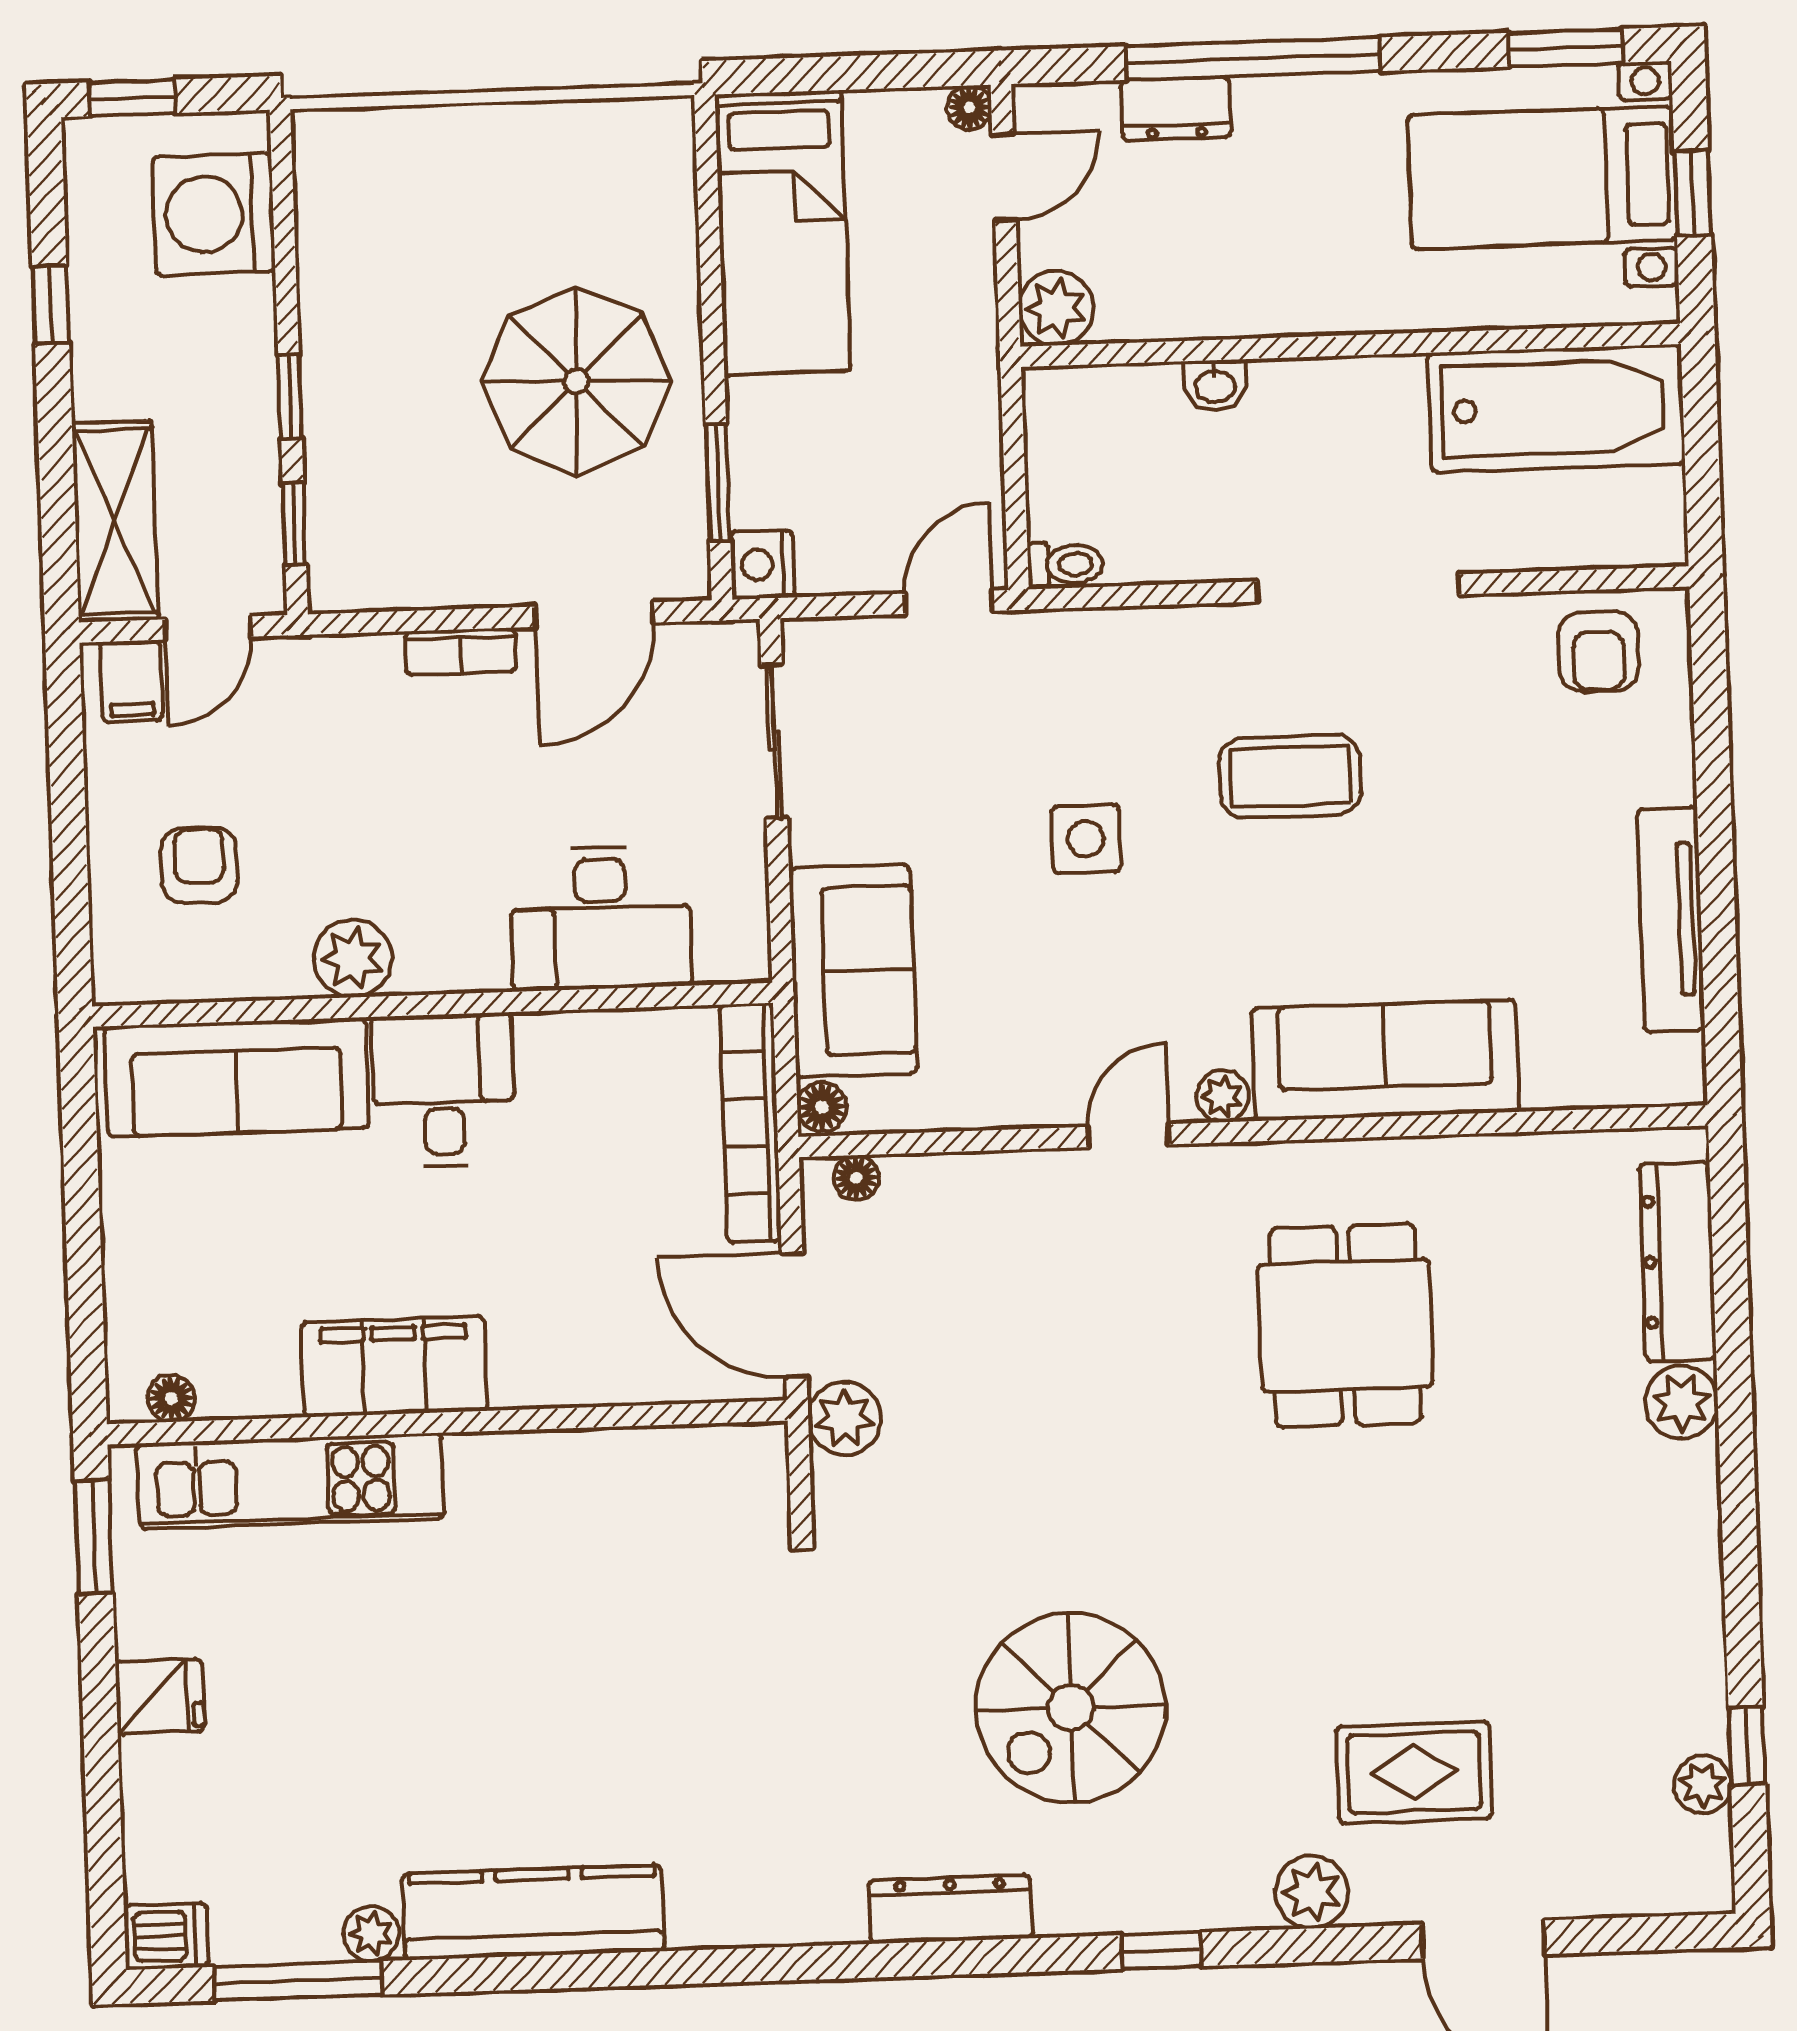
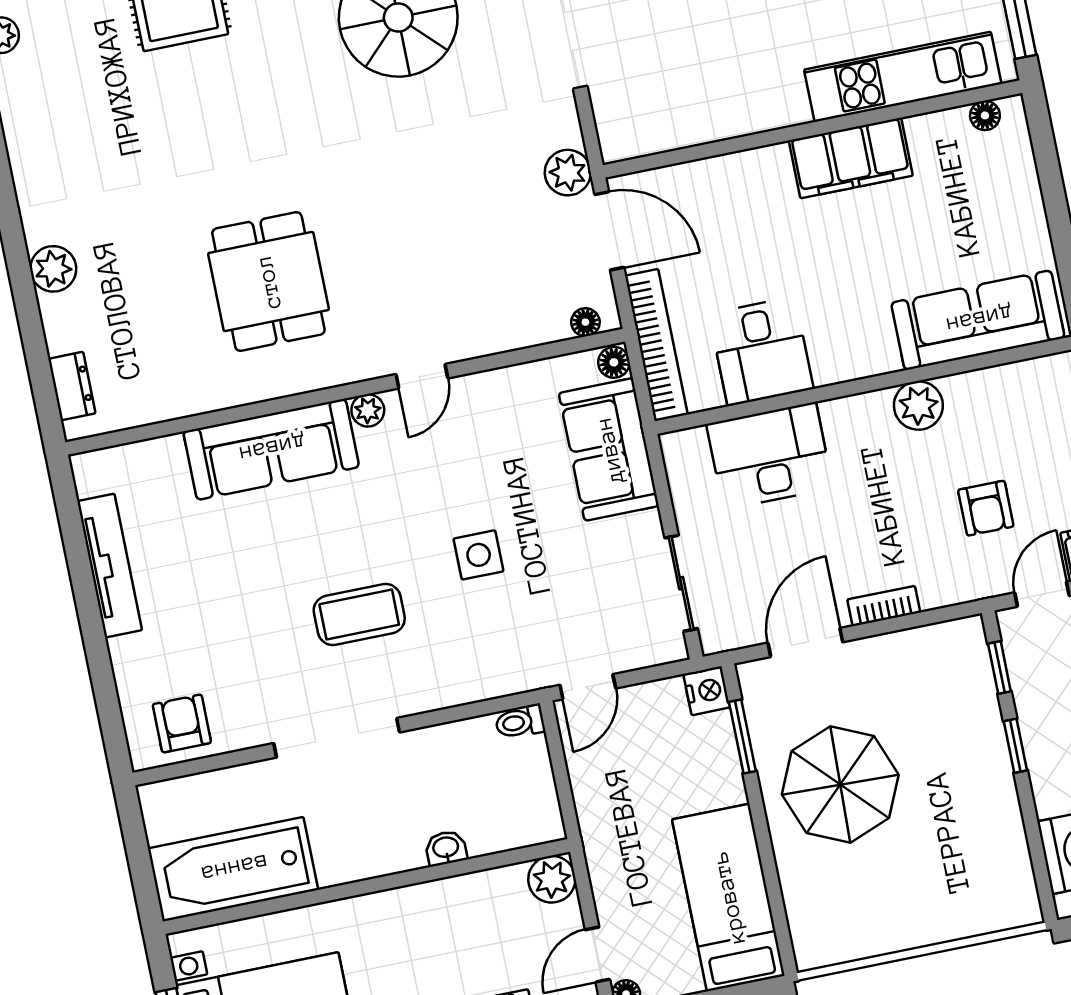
armchair: (199, 865) -> (986, 508), moved
desk: (443, 1090) -> (761, 351), moved
dresser: (1678, 1261) -> (72, 386), width x0.51, depth x0.80

